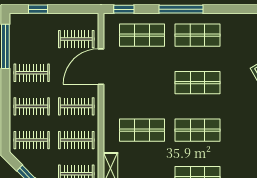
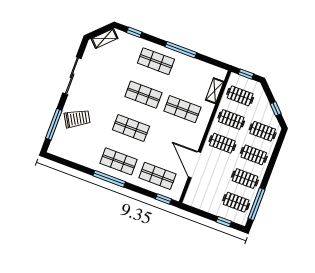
window: (181, 9) -> (109, 179), moved
clothes rail: (76, 39) -> (236, 202), moved
door: (101, 67) -> (195, 165), swing flipped

